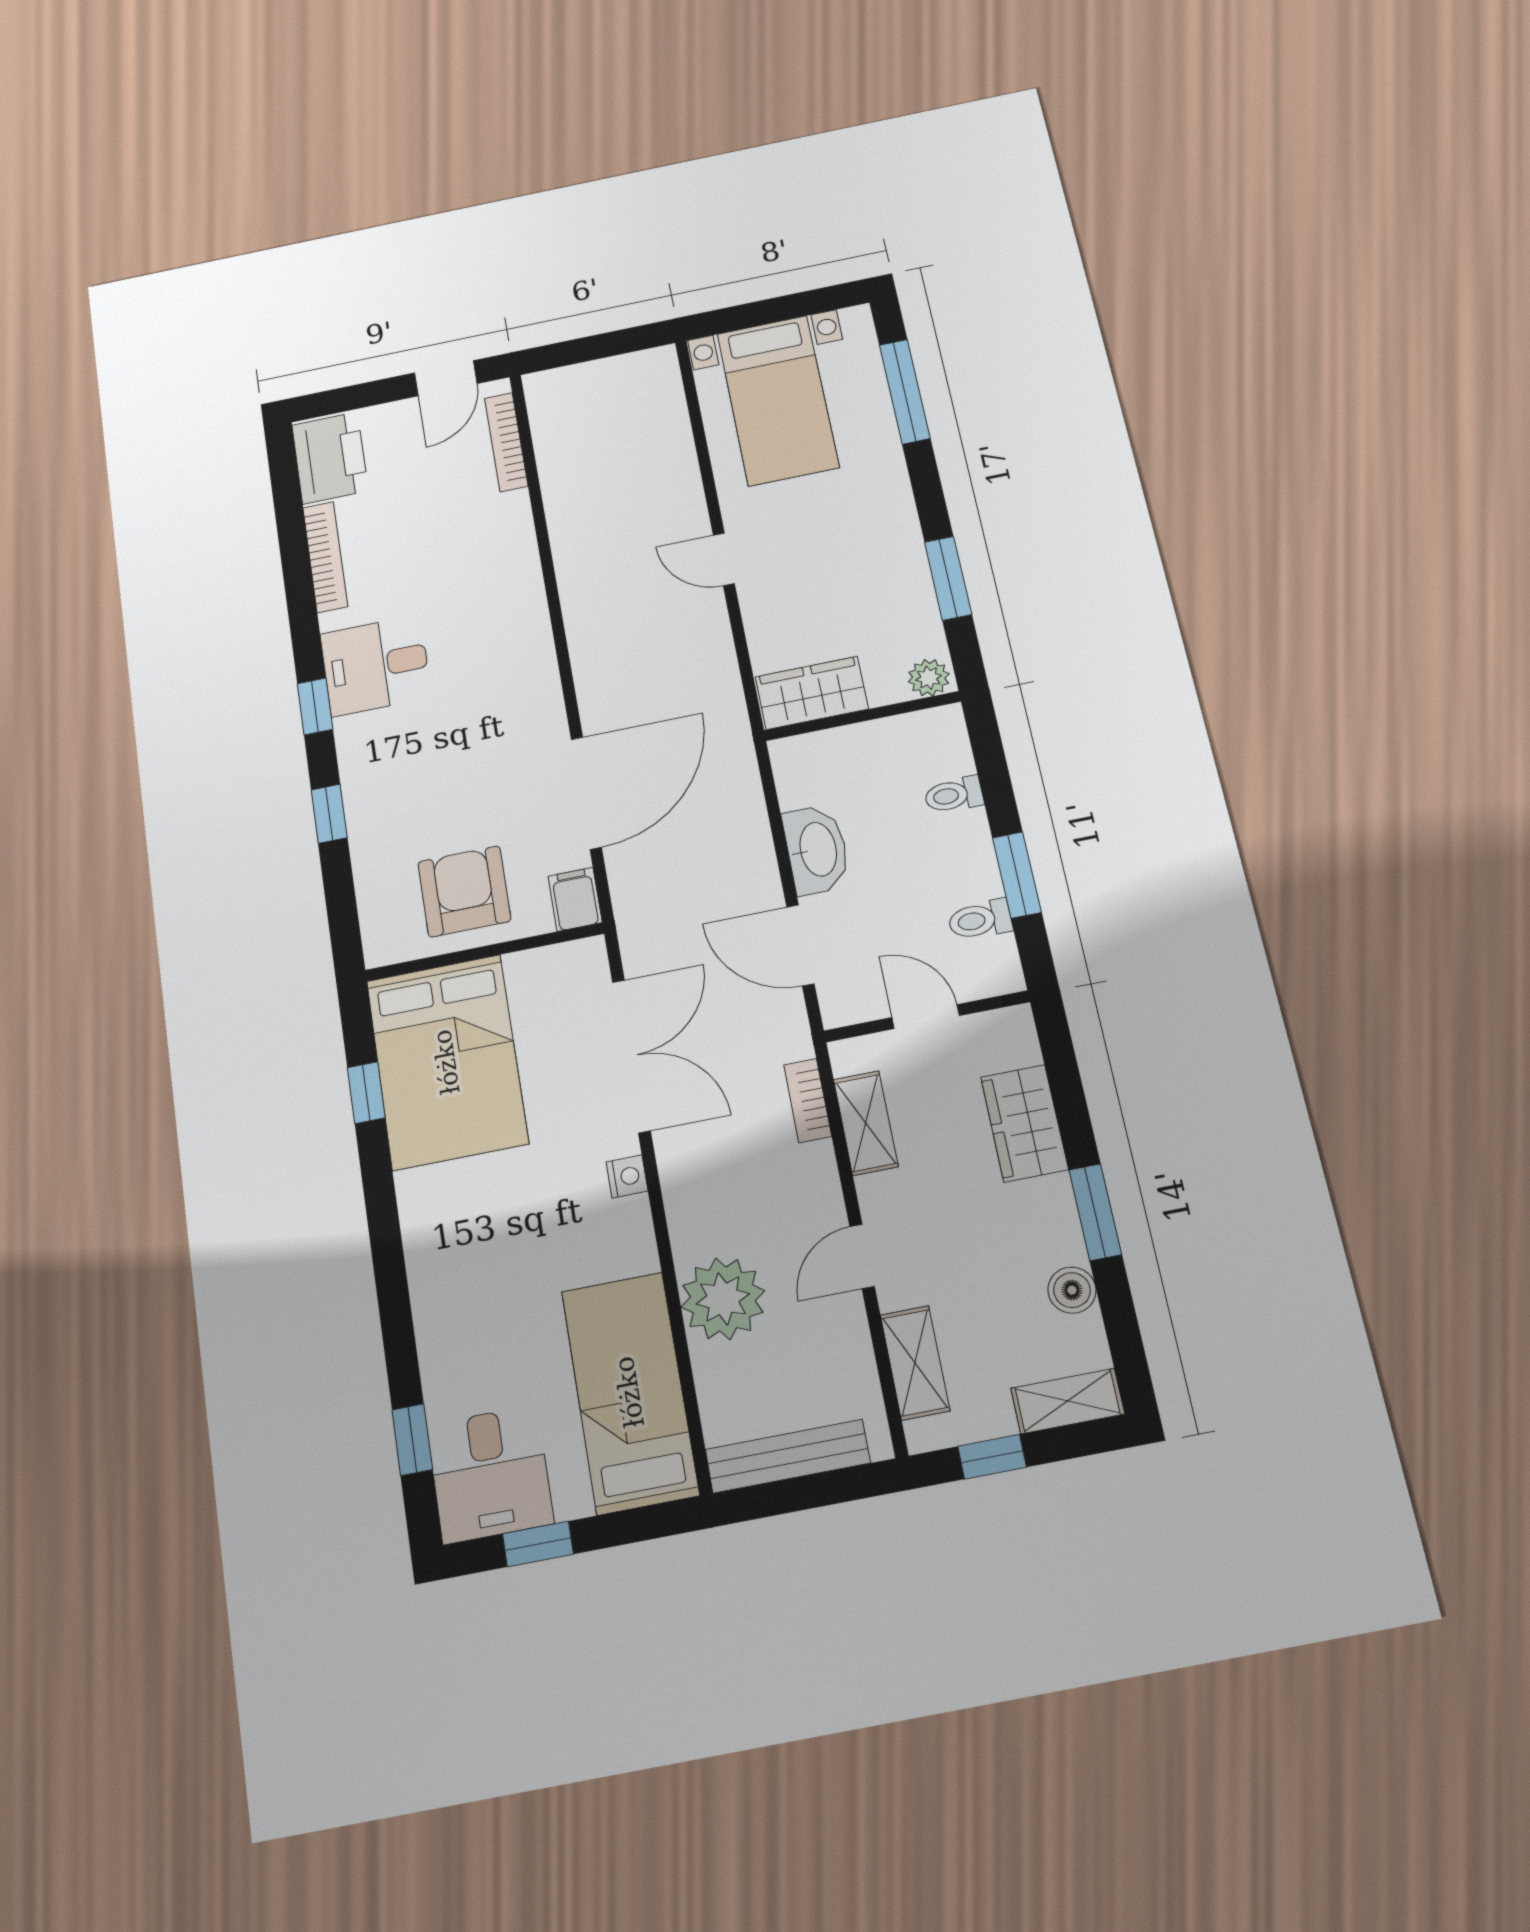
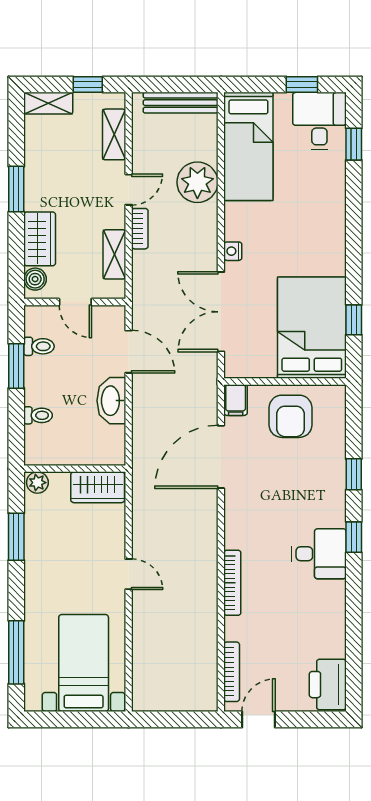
bookcase: (325, 557) -> (232, 583), moved, turned 180
bookcase: (808, 1101) -> (140, 229), moved
boiler: (1072, 1290) -> (35, 279), moved

